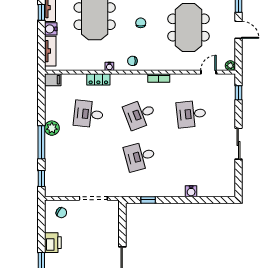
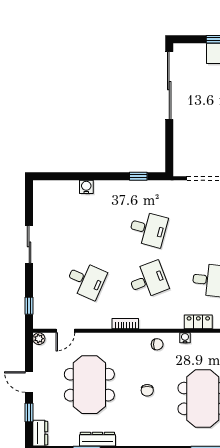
desk: (191, 114) -> (86, 280), turned 30
desk: (140, 156) -> (148, 229), turned 30

